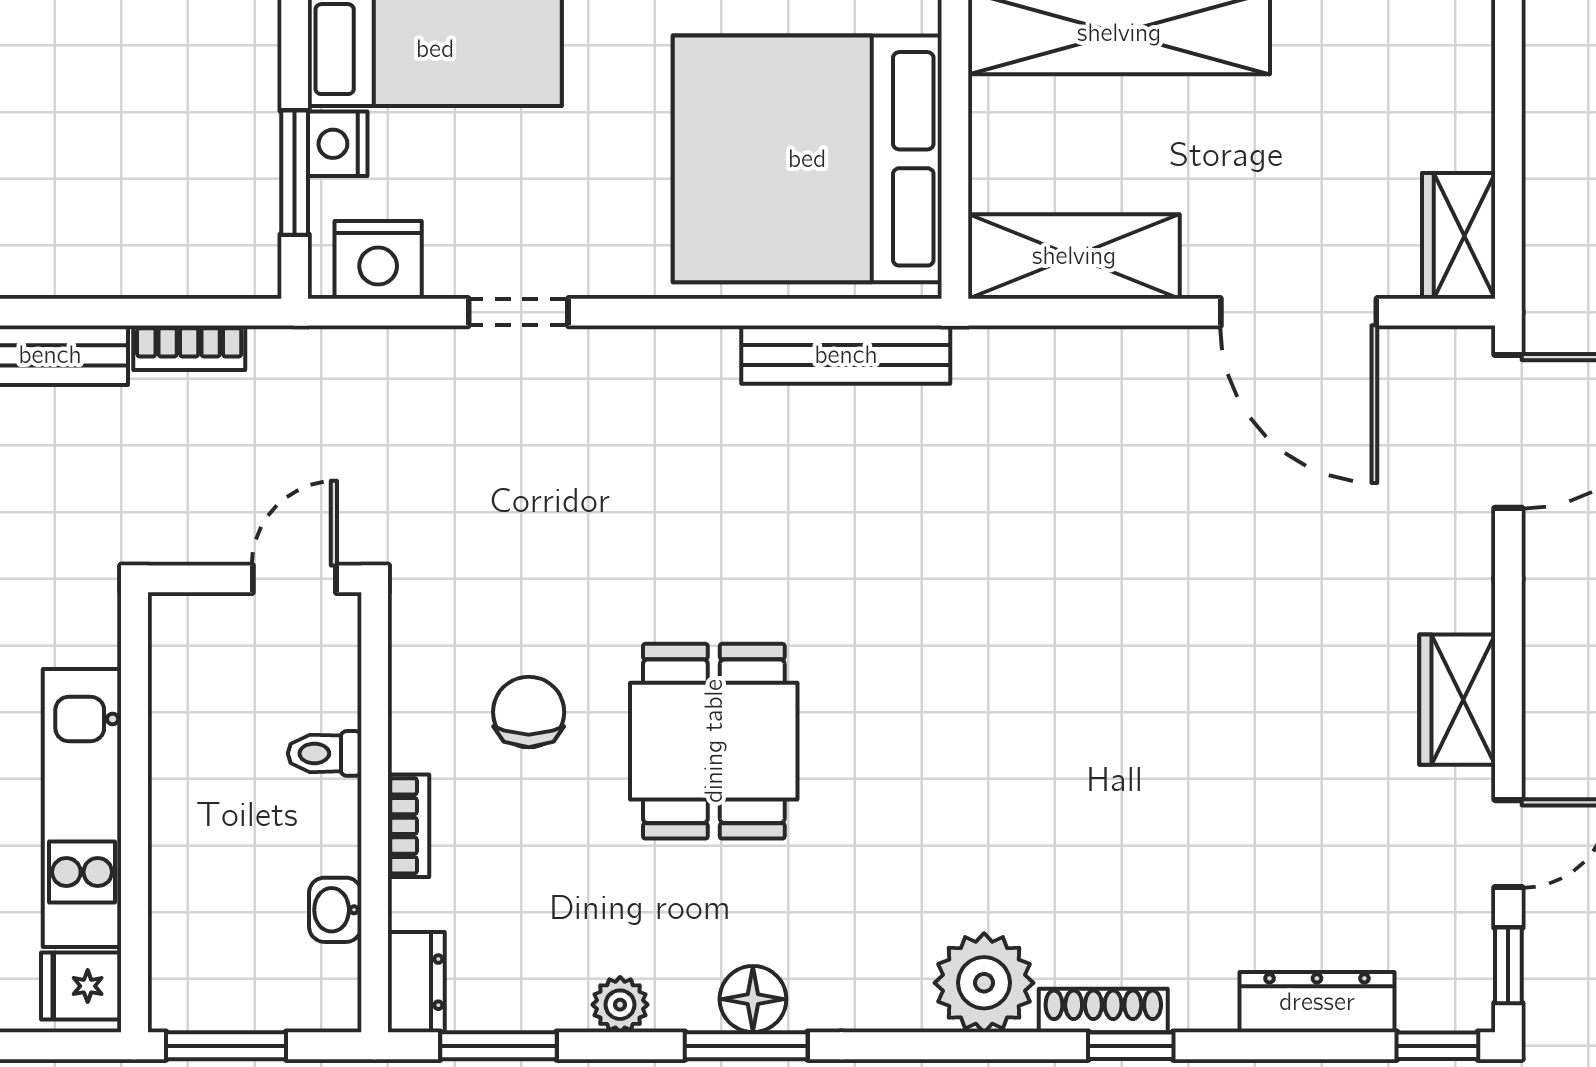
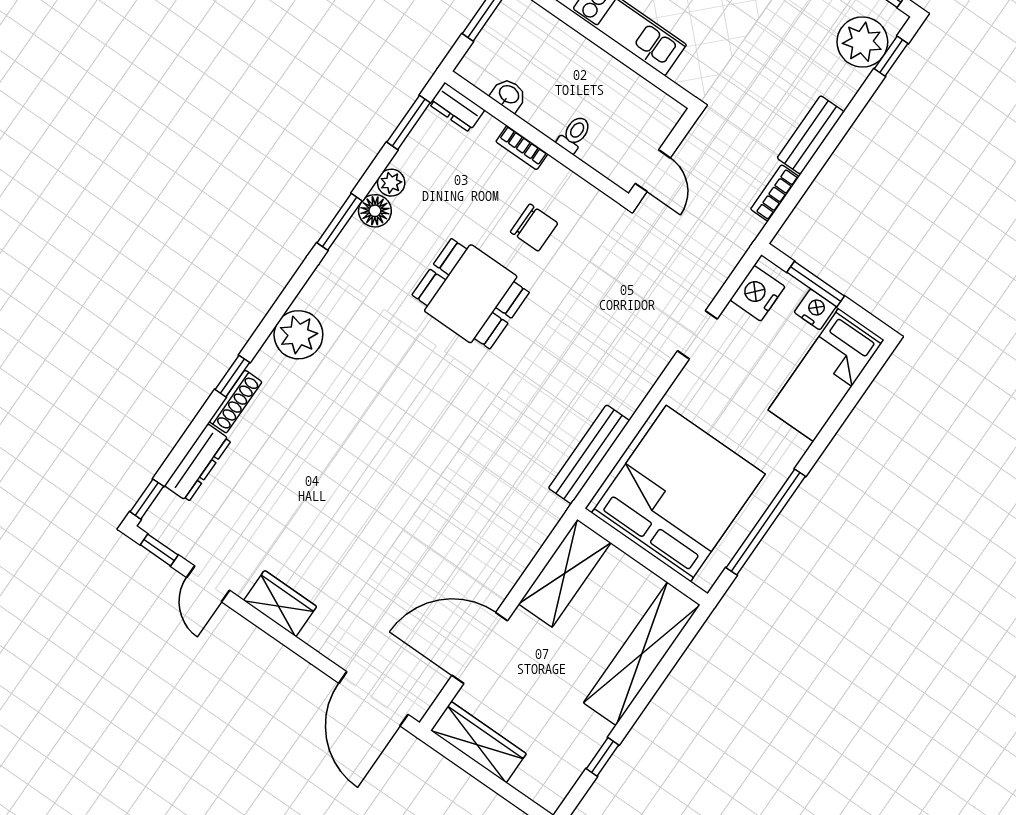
wardrobe: (1459, 236) -> (478, 742), width x1.50
floor lamp: (753, 999) -> (375, 211), moved
shoe rack: (1103, 1010) -> (236, 402), moved

